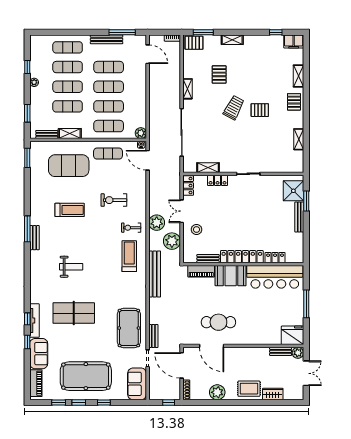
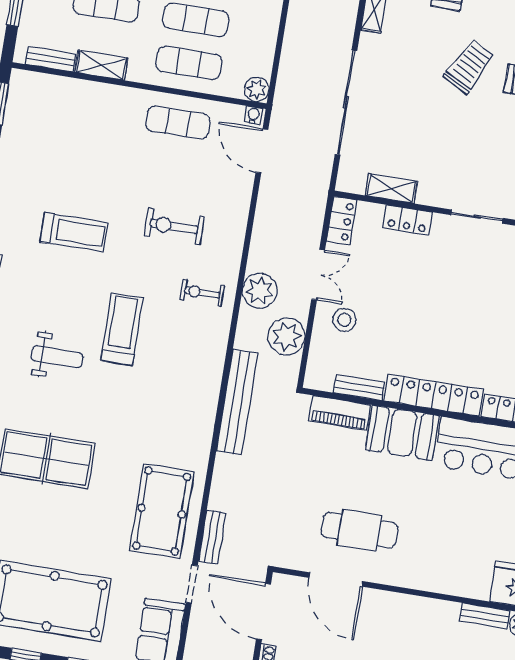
exercise mat: (69, 166) -> (88, 135), removed
double door: (182, 211) -> (318, 275), swing flipped
treadmill: (129, 256) -> (122, 329), moved

